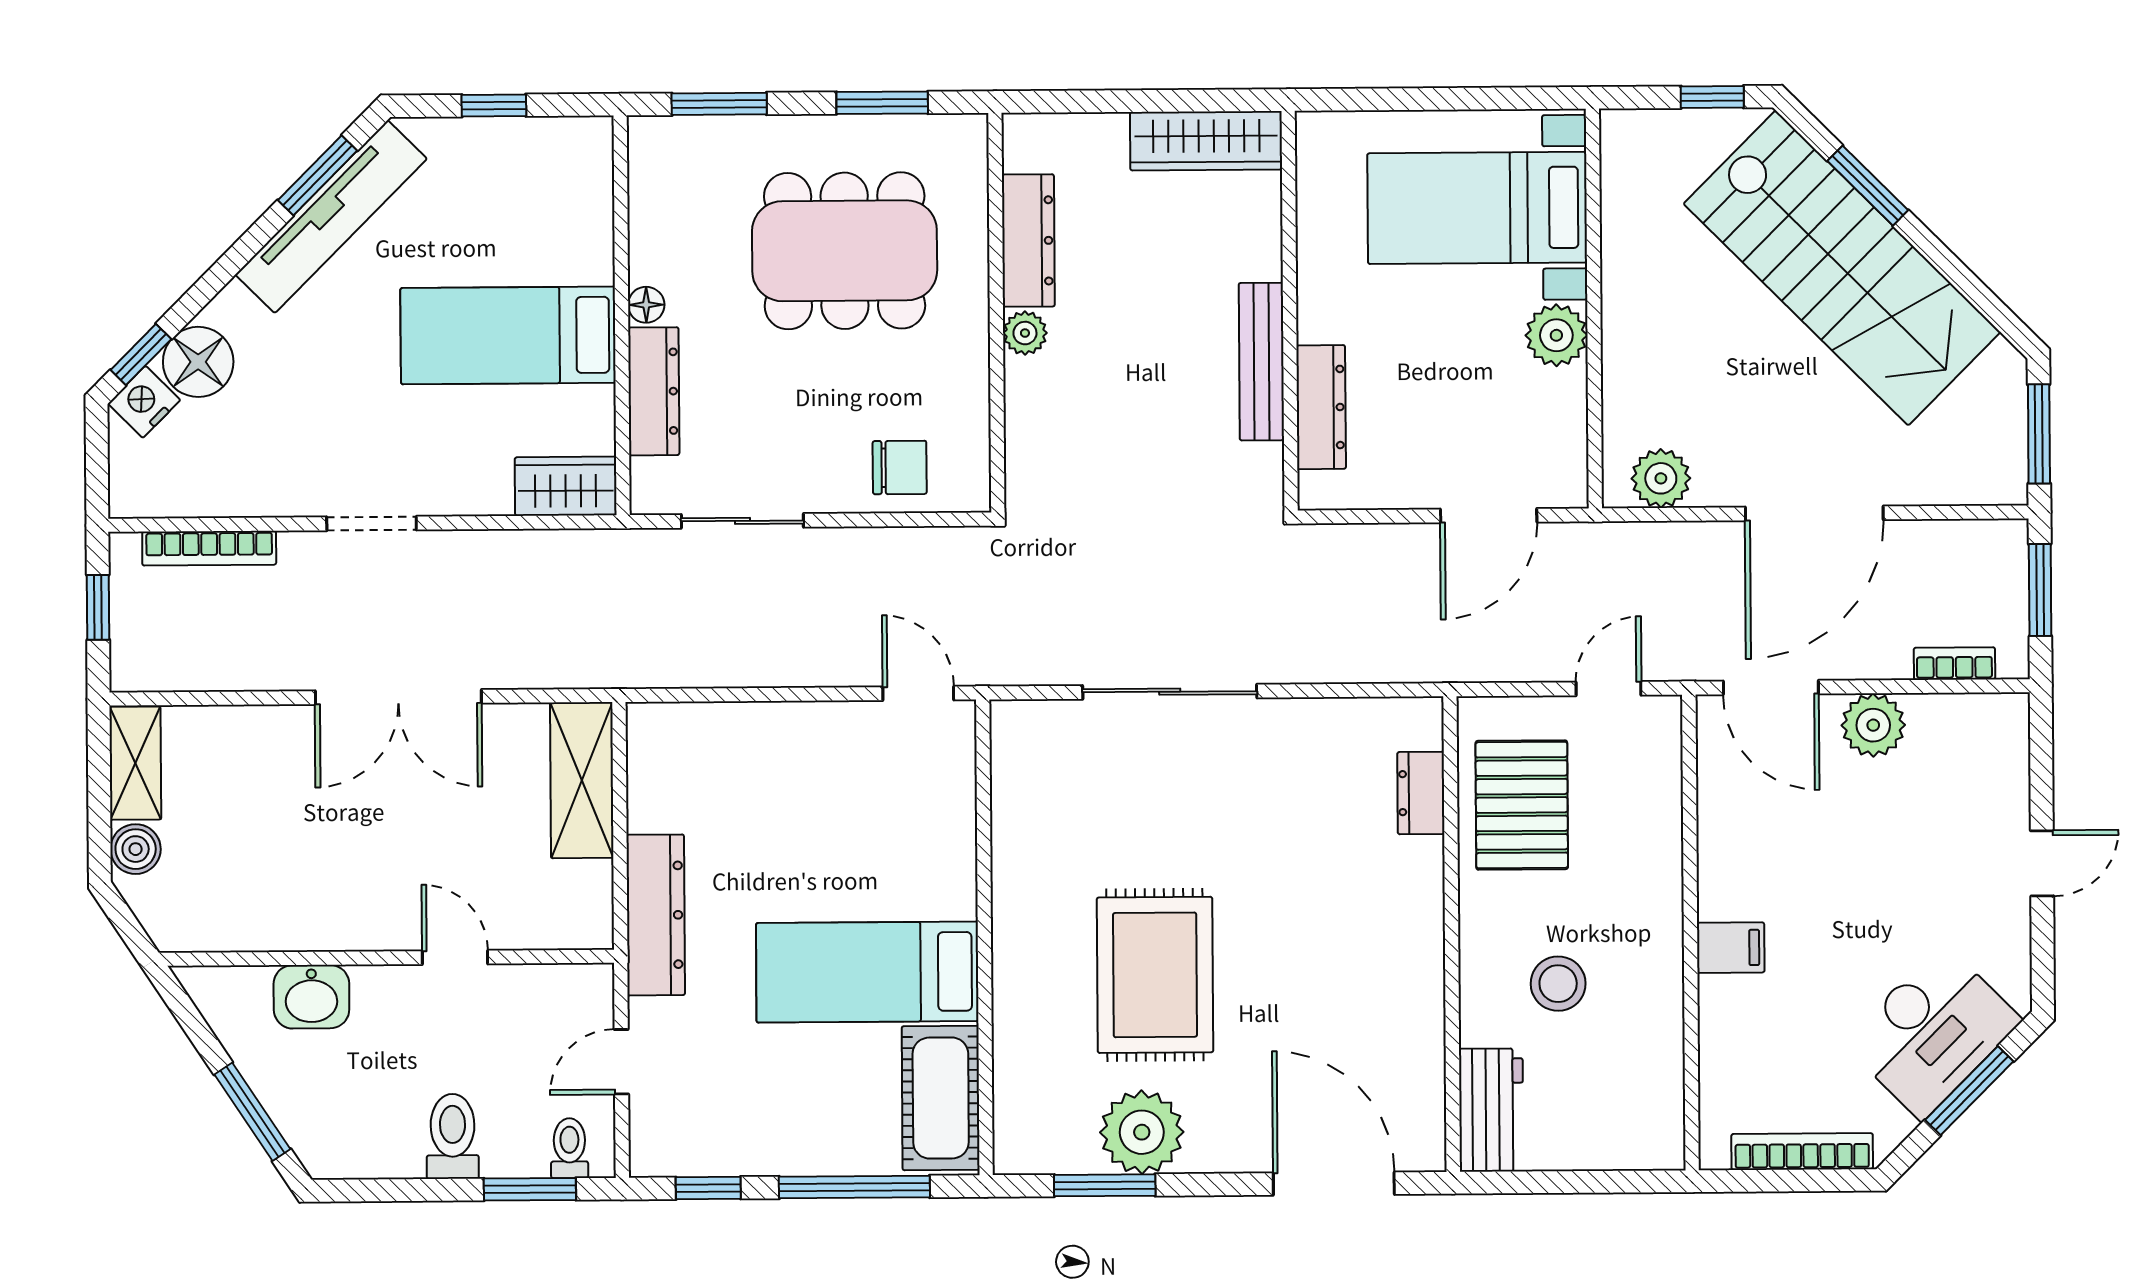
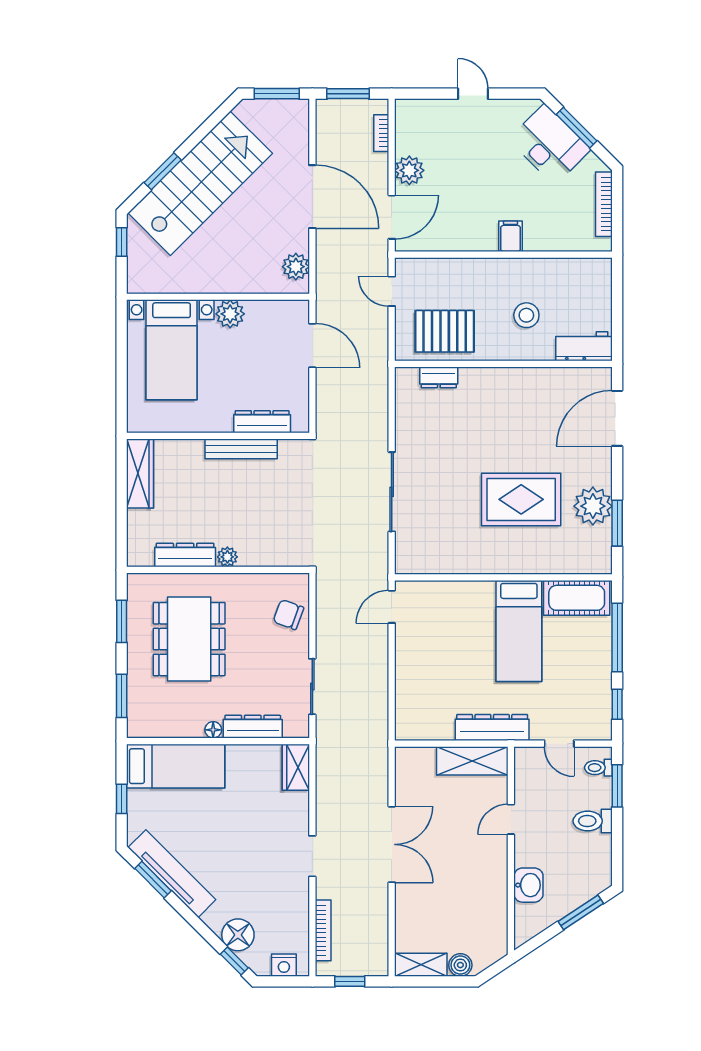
bed: (508, 335) -> (176, 766), moved, turned -90
nightstand: (144, 402) -> (284, 965), moved, turned -45
chair: (900, 467) -> (288, 615), turned -70
shelving: (582, 780) -> (472, 761), moved

